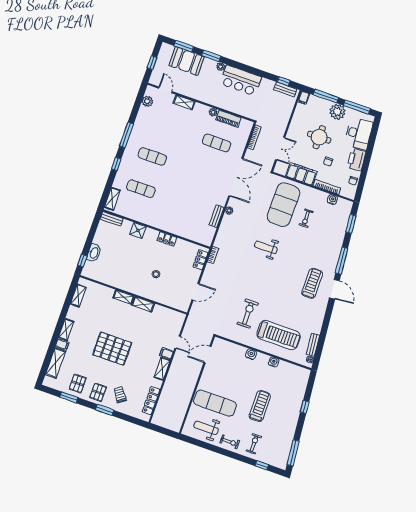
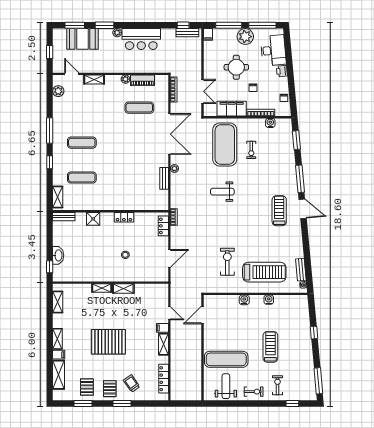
printer: (357, 159) -> (282, 71), width x0.53, depth x0.68
weight bench: (206, 428) -> (226, 386), turned 90

